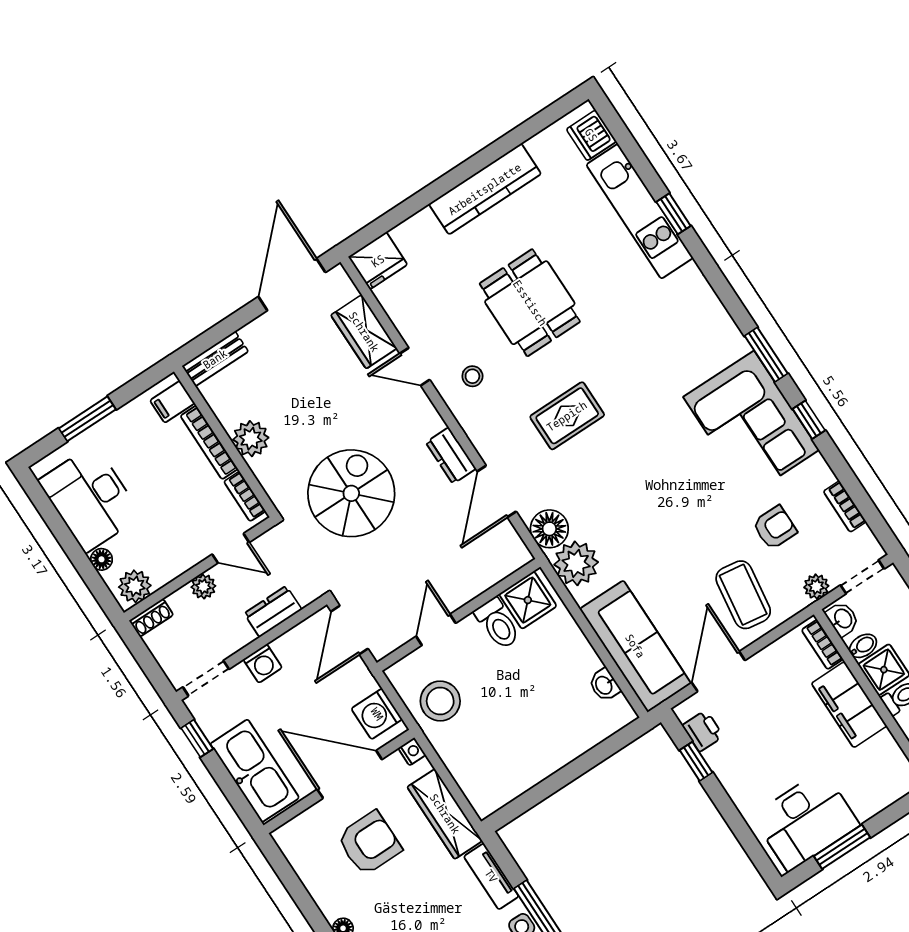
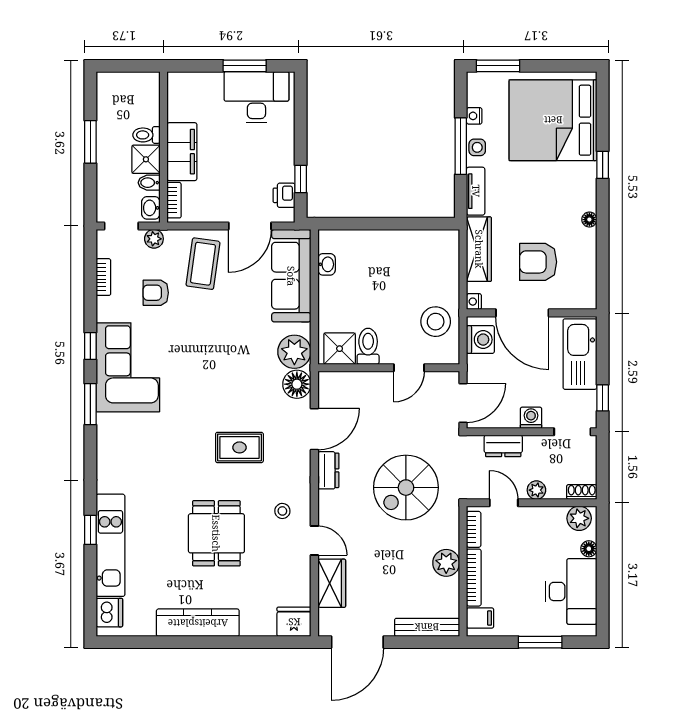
bench: (215, 359) -> (427, 627), width x1.36

